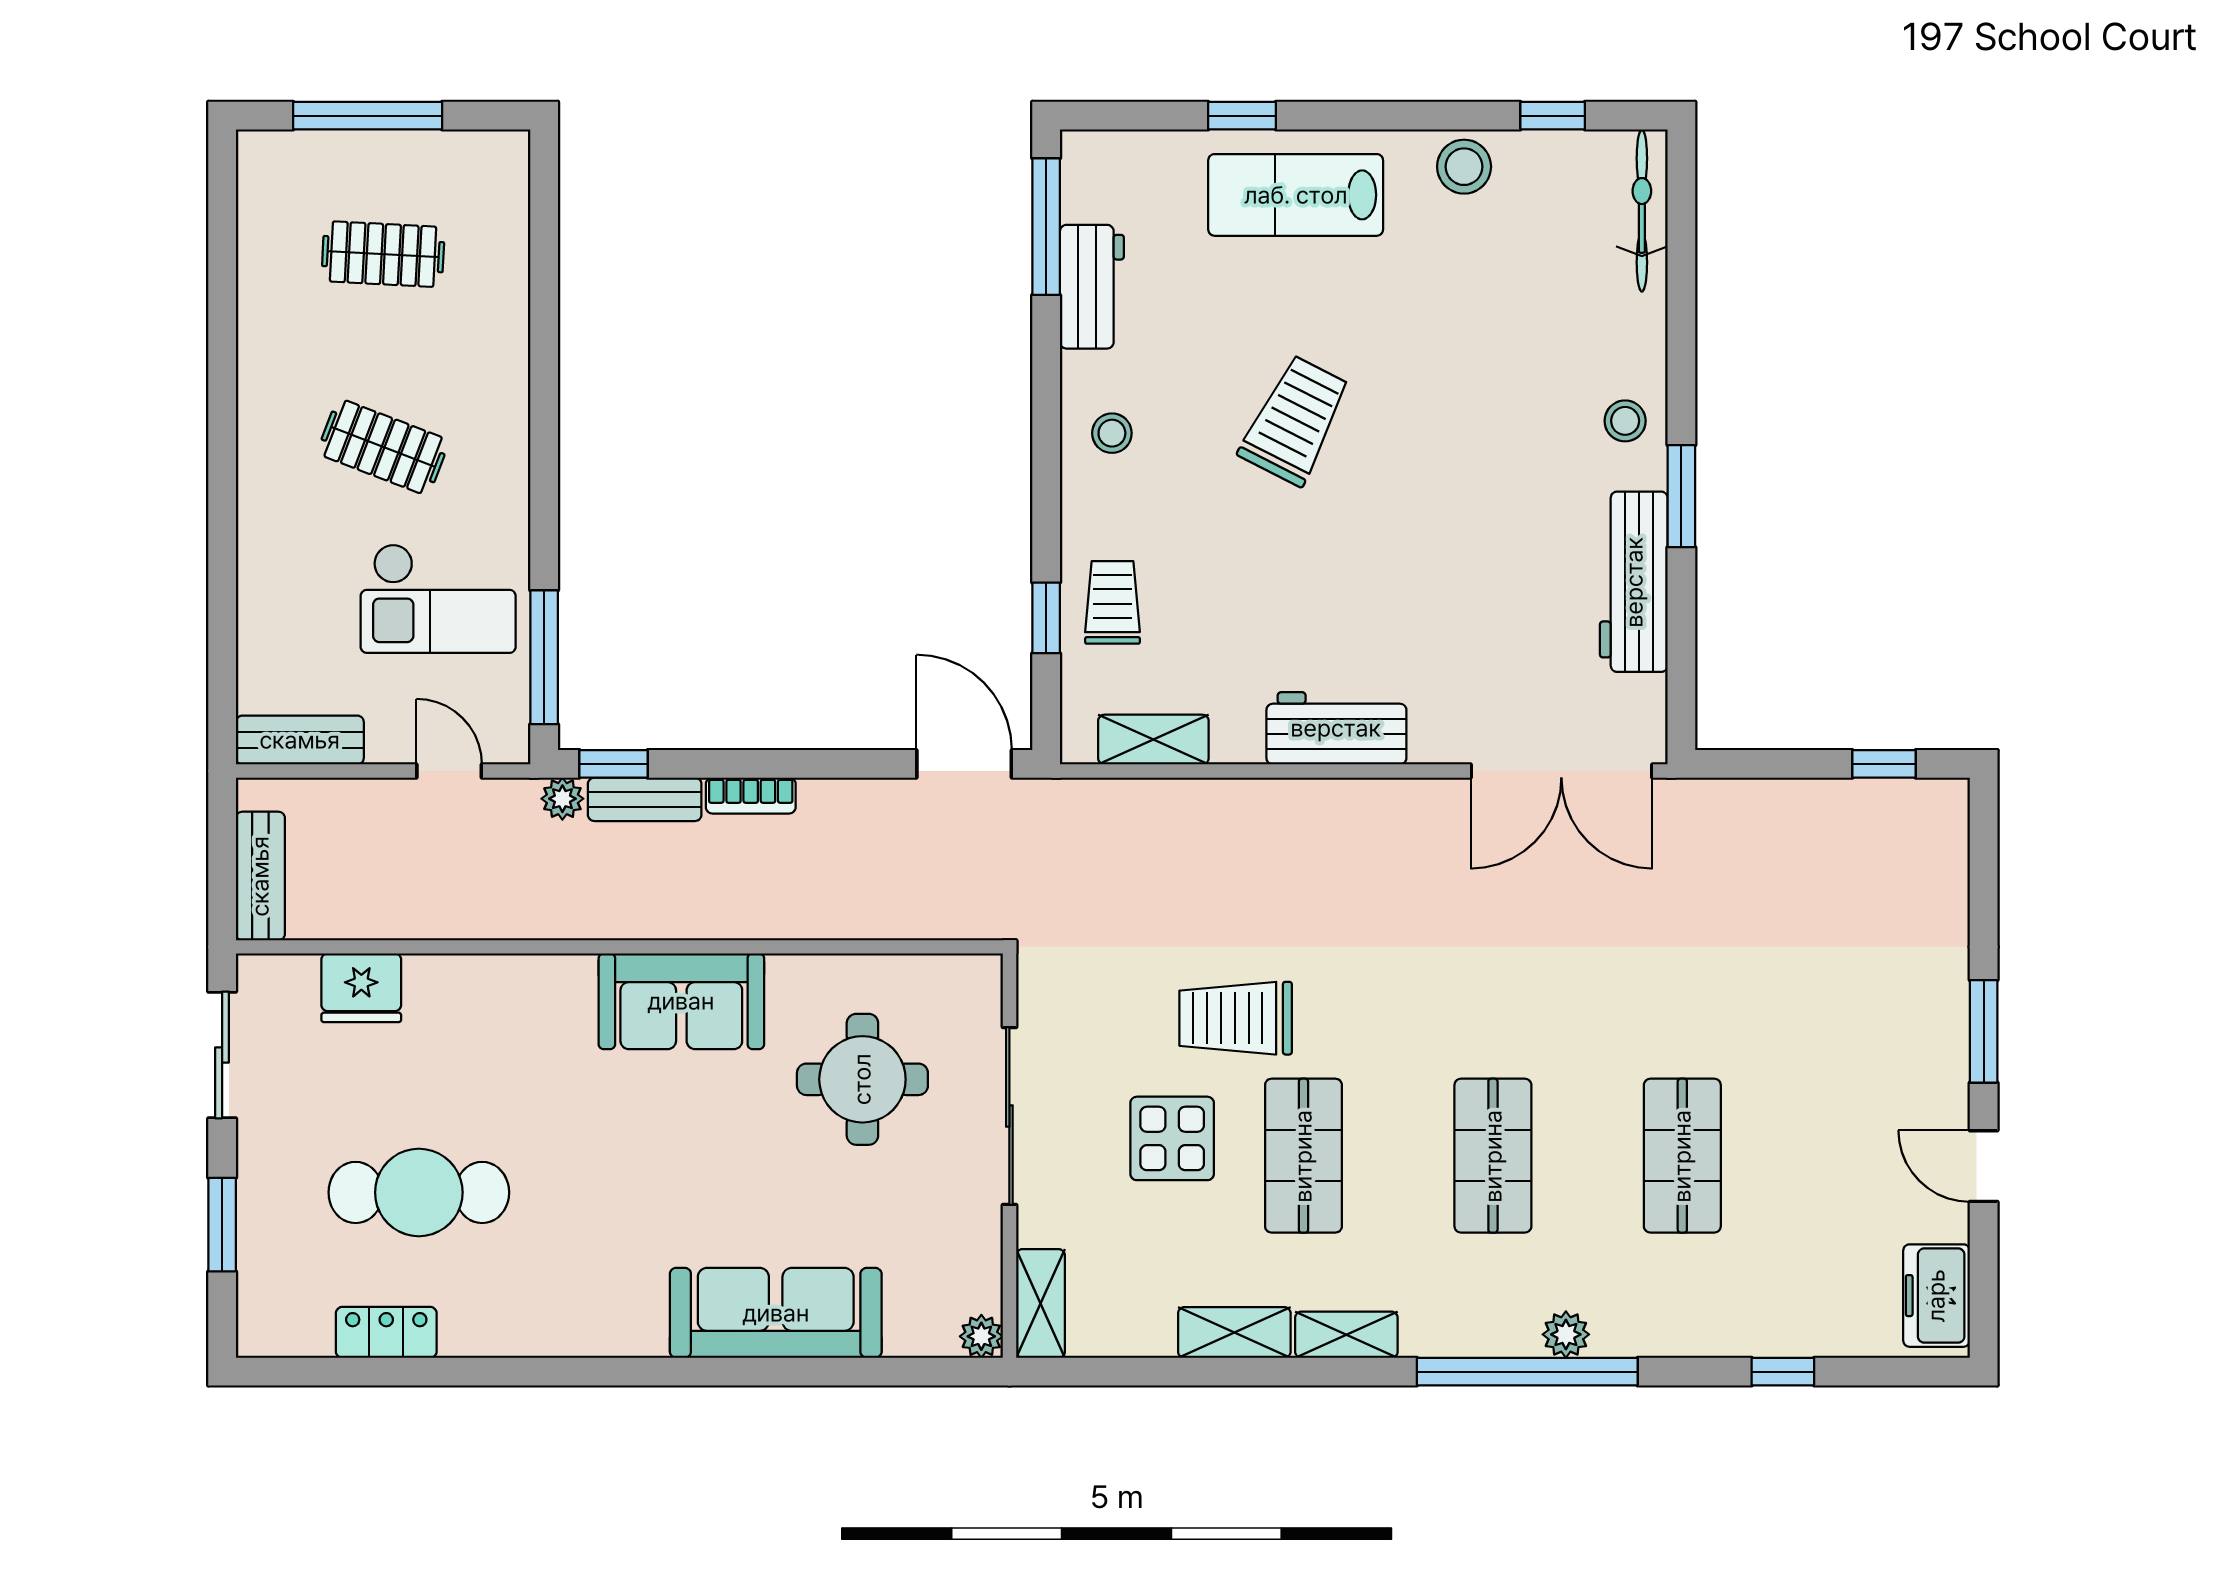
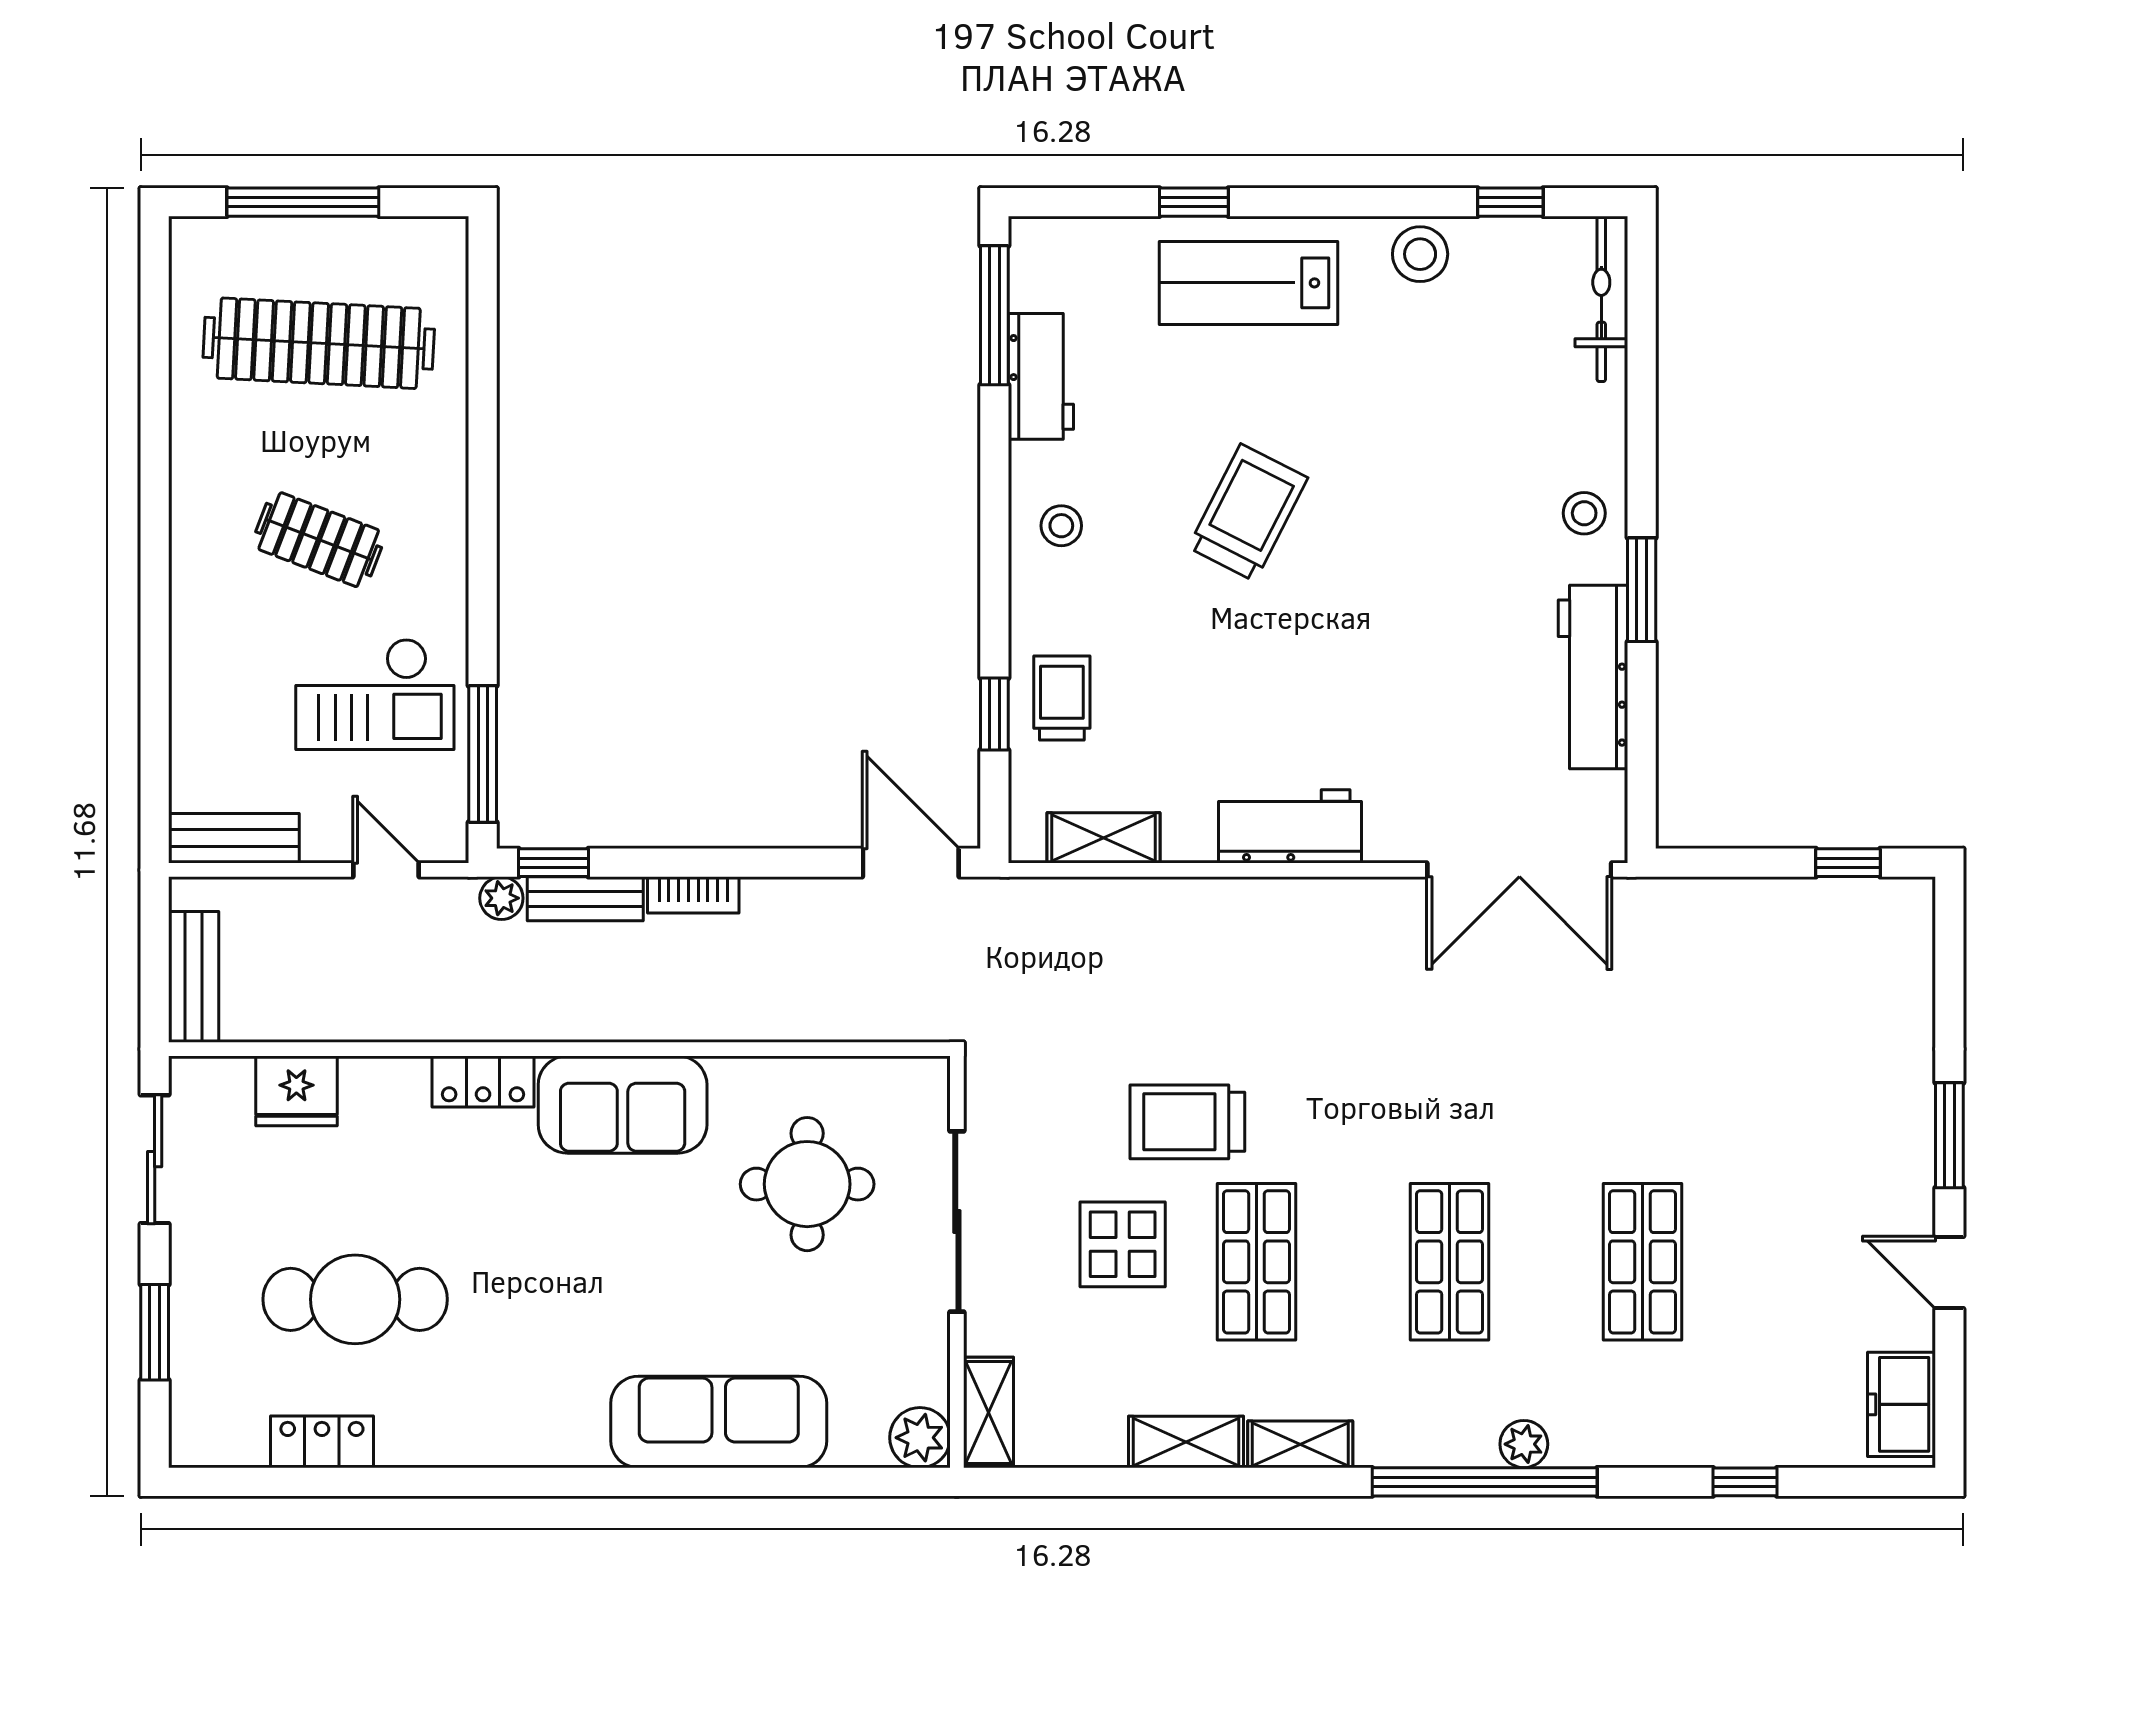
clothes rail: (383, 254) -> (319, 343), width x1.86, depth x1.31
locker: (544, 979) -> (483, 1081), added
plant: (981, 1336) -> (920, 1438), width x1.38, depth x1.38

